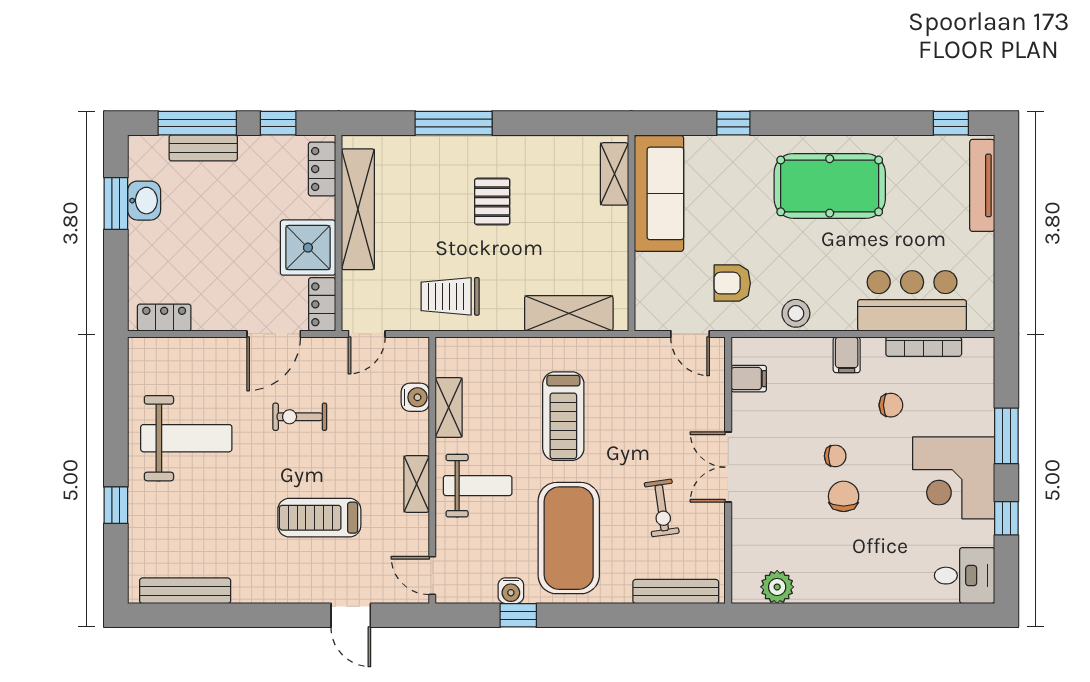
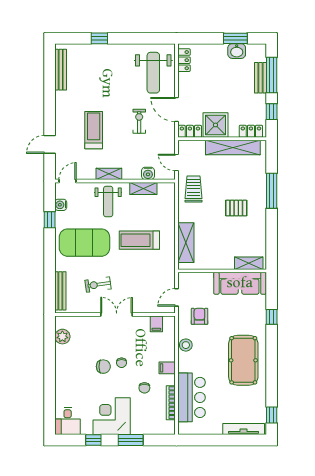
door: (367, 334) -> (177, 163), moved
weight bench: (186, 438) -> (153, 73), moved
water cooler: (511, 591) -> (61, 205), moved

